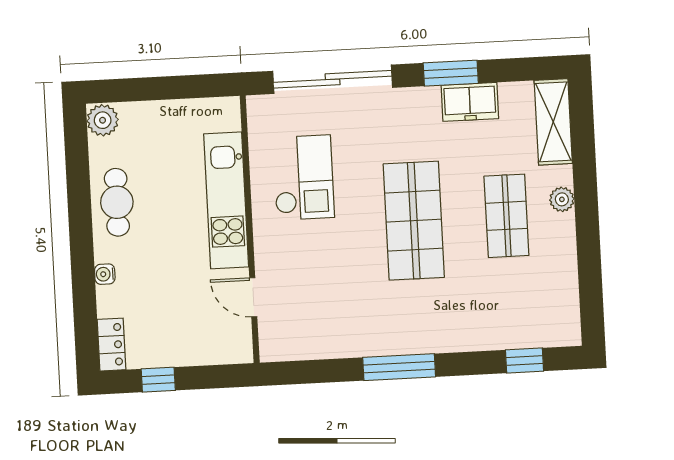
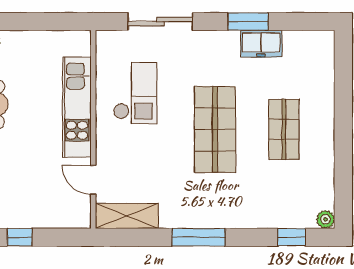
sliding door: (333, 79) -> (160, 22), width x0.73
shelving: (553, 122) -> (127, 216), moved, turned 90
plant: (562, 199) -> (326, 219), moved

